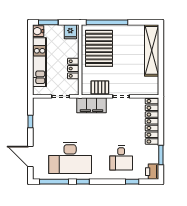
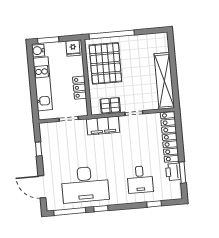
shelving: (152, 50) -> (164, 81), moved
printer: (152, 172) -> (173, 172), moved

